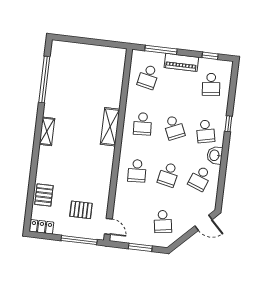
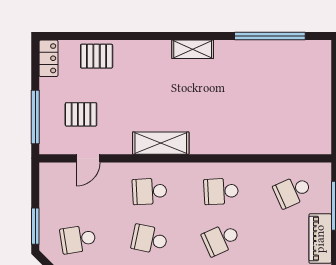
school desk: (148, 77) -> (293, 191), turned -36
shelving: (110, 127) -> (161, 143), moved
pallet: (81, 210) -> (81, 114), turned 90
door: (108, 226) -> (88, 158), moved
window: (140, 247) -> (35, 226), moved

